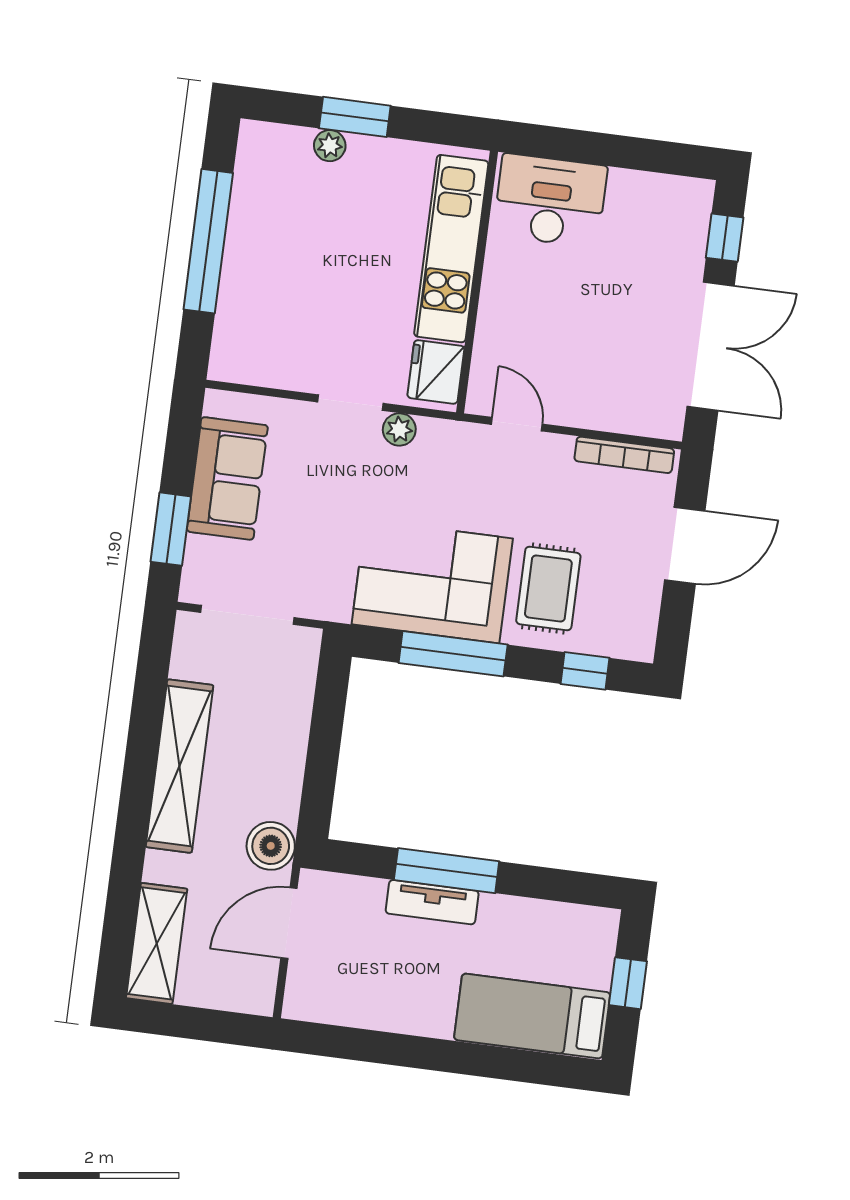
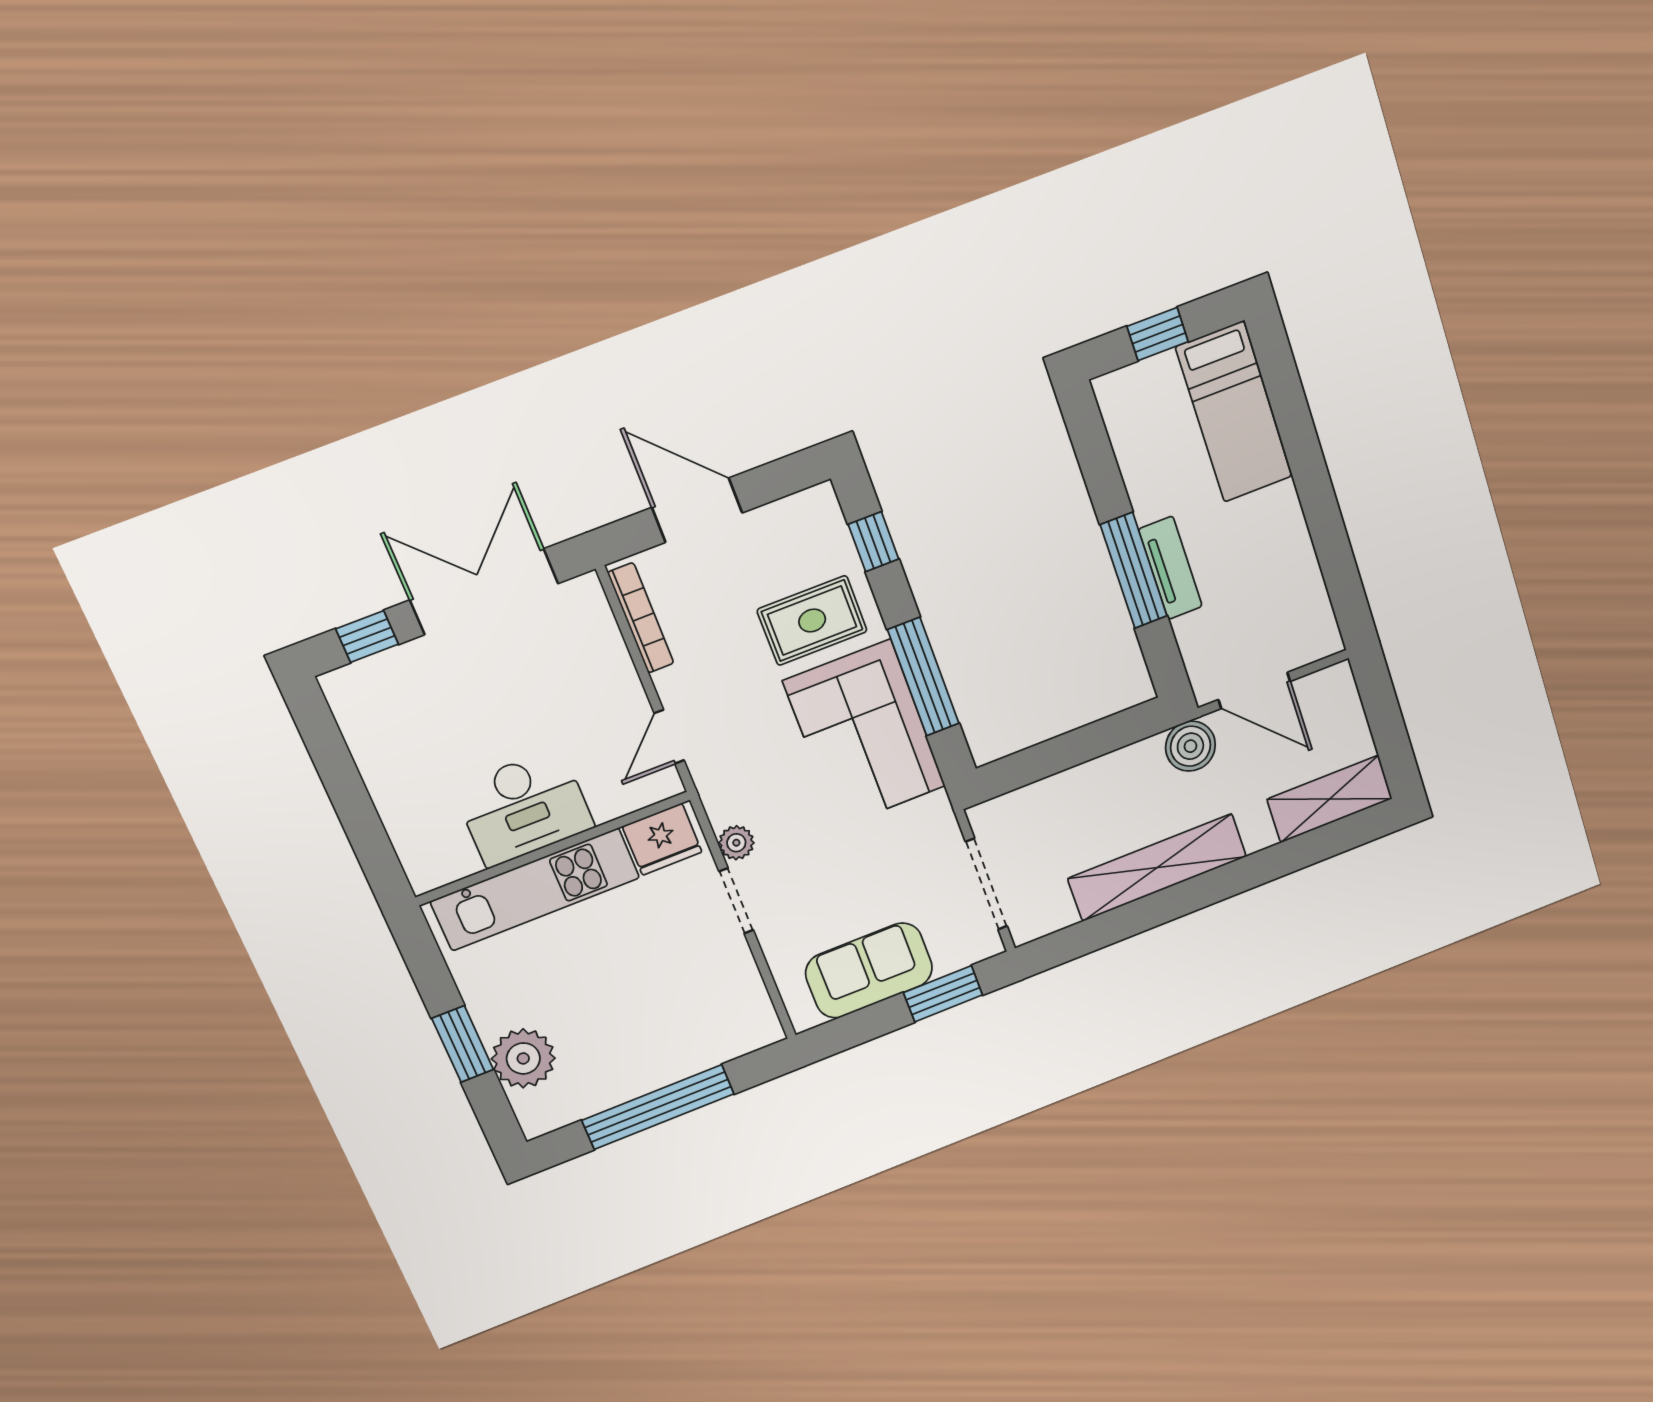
plant: (330, 146) -> (523, 1058), width x1.88, depth x1.88
desk: (550, 200) -> (524, 807), moved, turned -90

